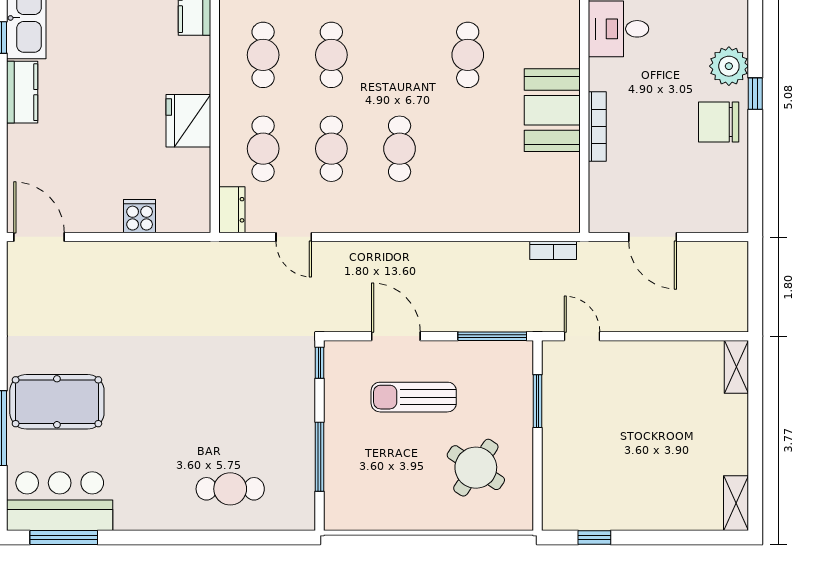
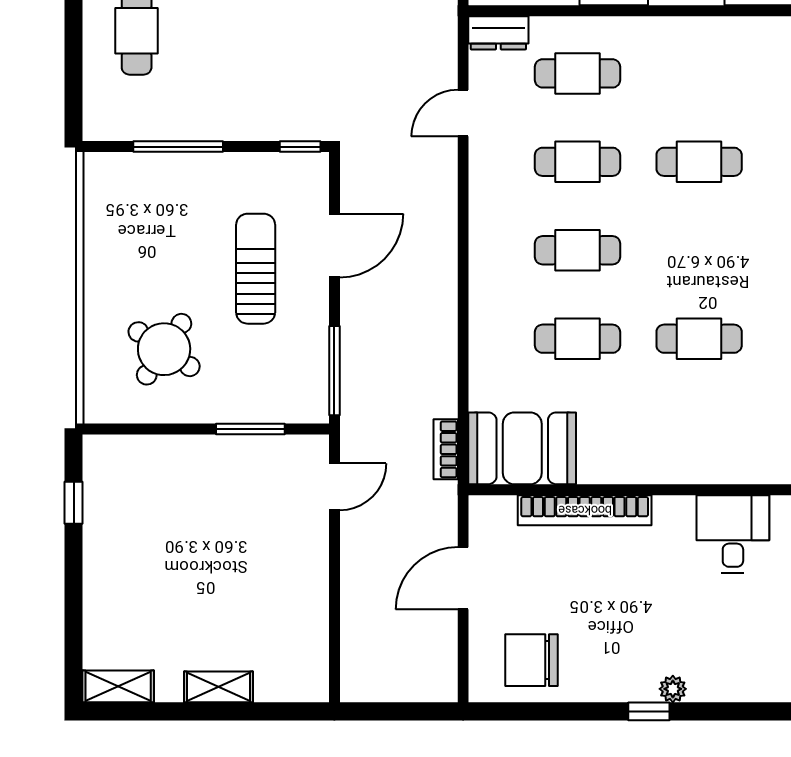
cafe table: (263, 55) -> (578, 339), moved
plant: (729, 66) -> (673, 689), width x0.53, depth x0.53
booth: (552, 110) -> (522, 448), moved
chair: (719, 122) -> (531, 660), moved, turned -90
bookcase: (597, 127) -> (585, 510), width x1.48, depth x1.31
shelving: (736, 367) -> (218, 687), moved

